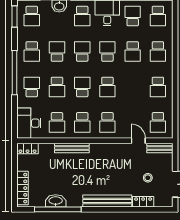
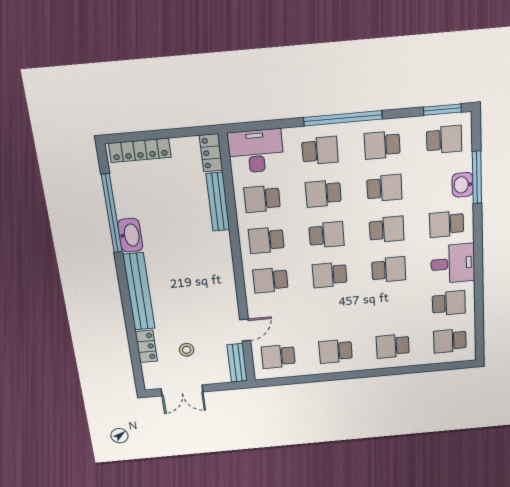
school desk: (32, 16) -> (444, 140), turned 180
school desk: (133, 51) -> (391, 308), removed
bench: (72, 148) -> (218, 202), moved
washbasin: (56, 201) -> (130, 235), moved

